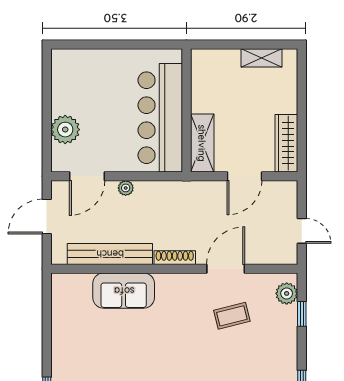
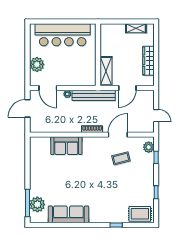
bar counter: (160, 118) -> (63, 35), moved, turned -90
wardrobe: (286, 143) -> (148, 61), moved
door: (87, 176) -> (48, 88), hinge flipped
bench: (110, 254) -> (94, 95), moved

